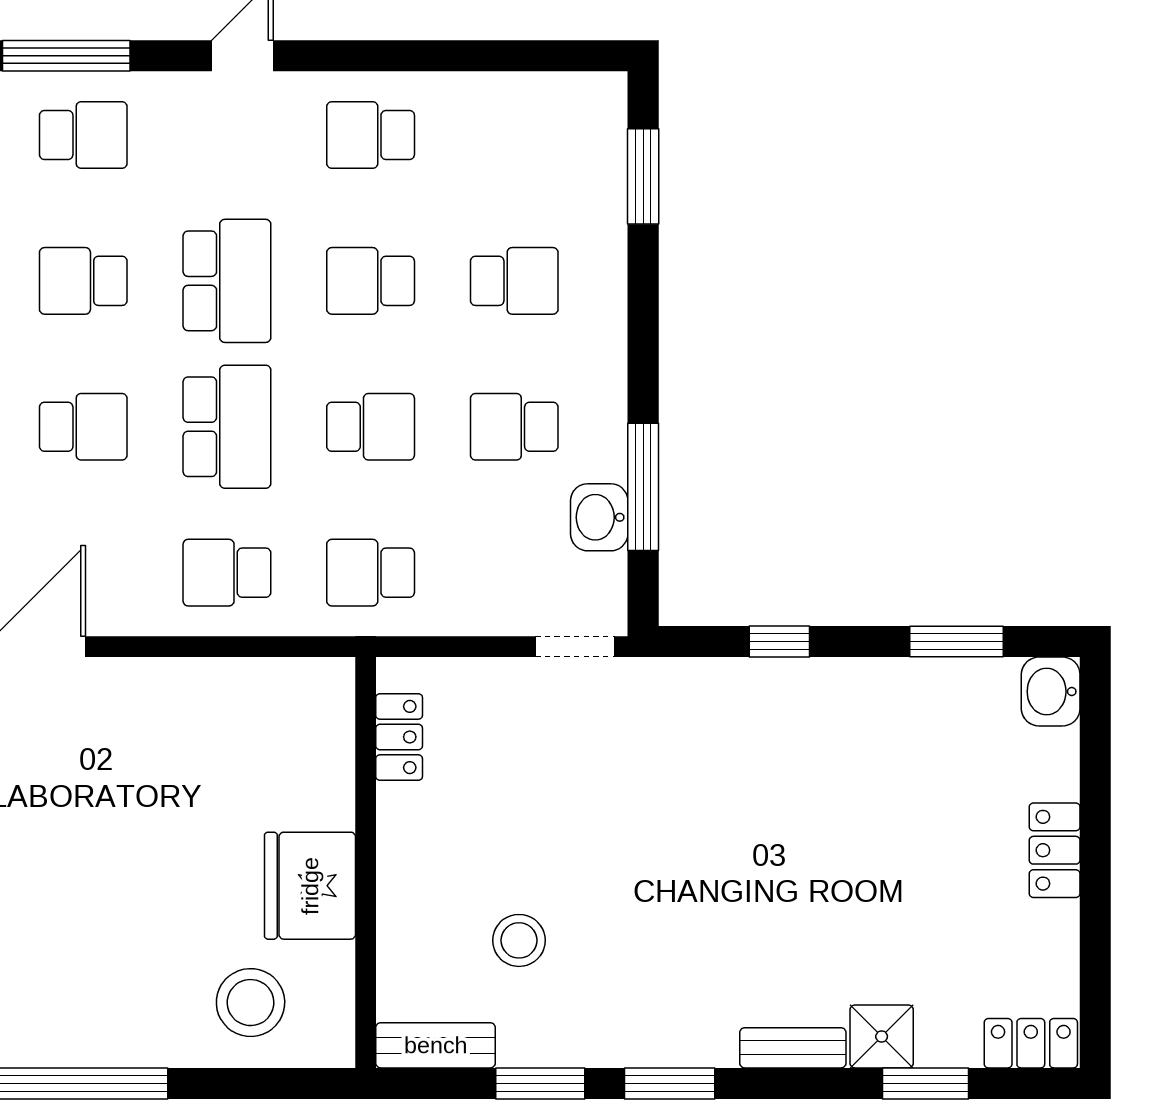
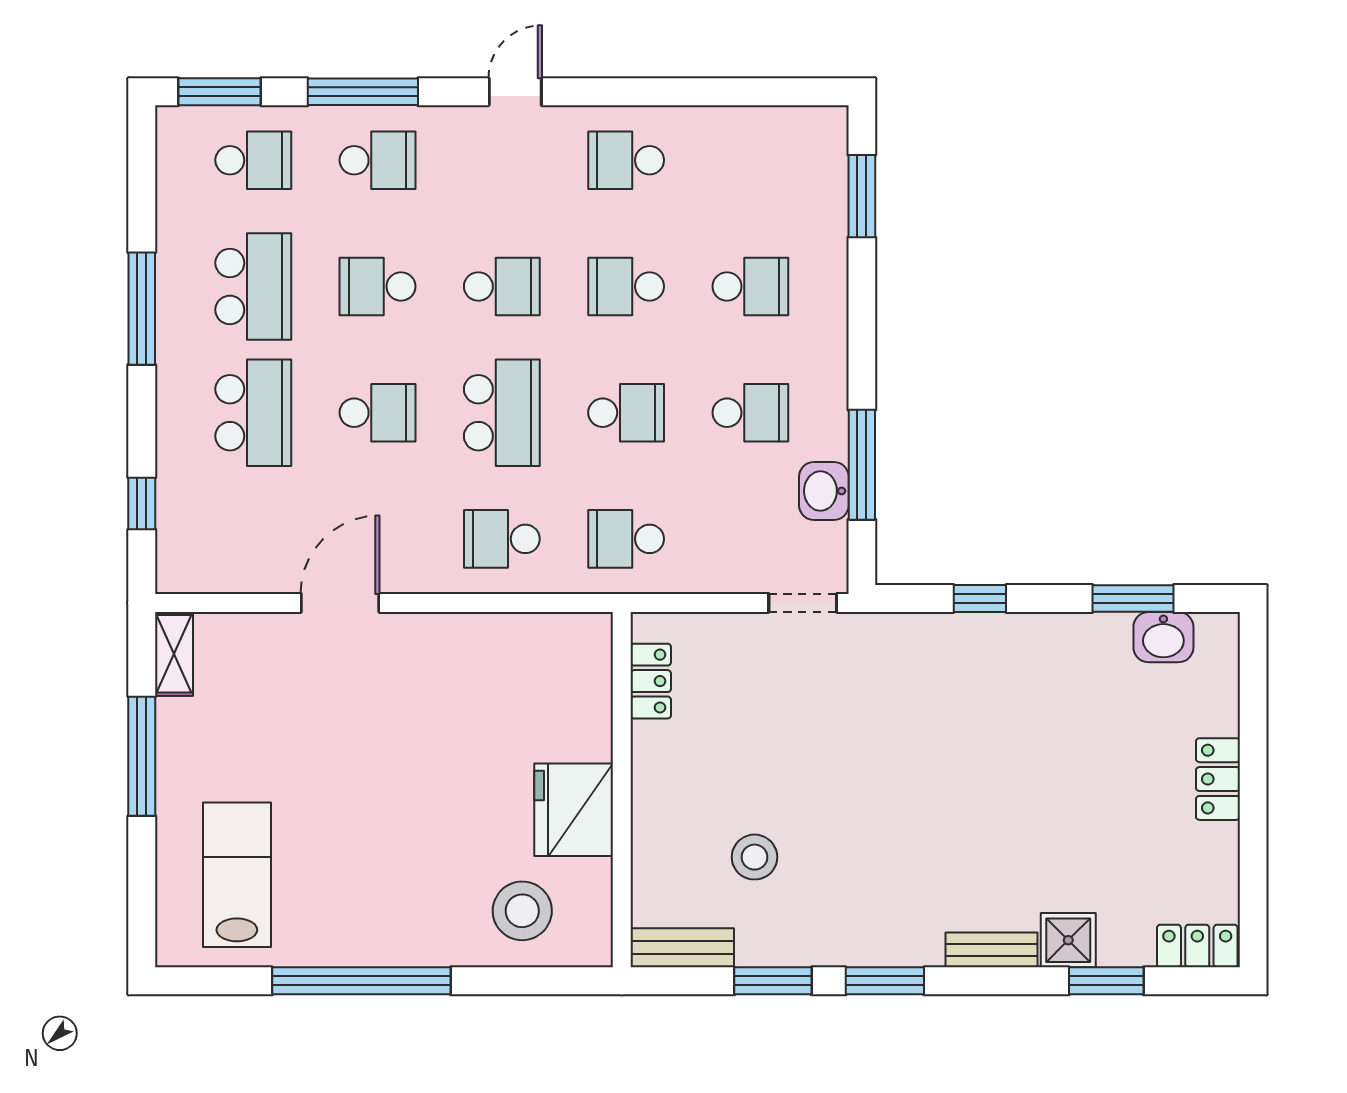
school desk: (227, 281) -> (502, 286), width x0.54
school desk: (514, 427) -> (750, 413), turned 180
washbasin: (1051, 692) -> (1163, 637), moved, turned -90

